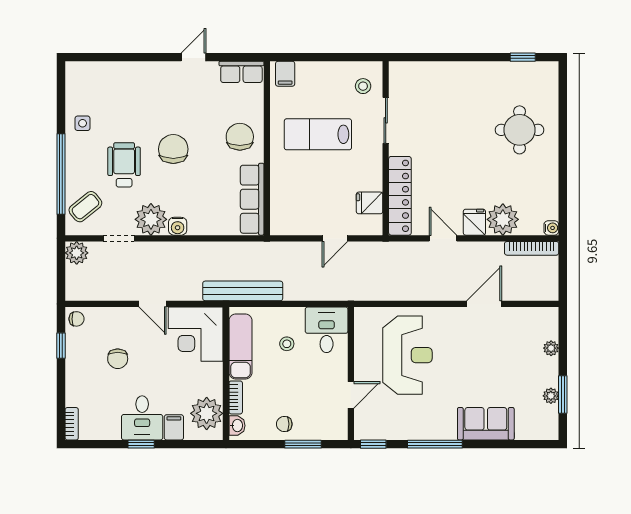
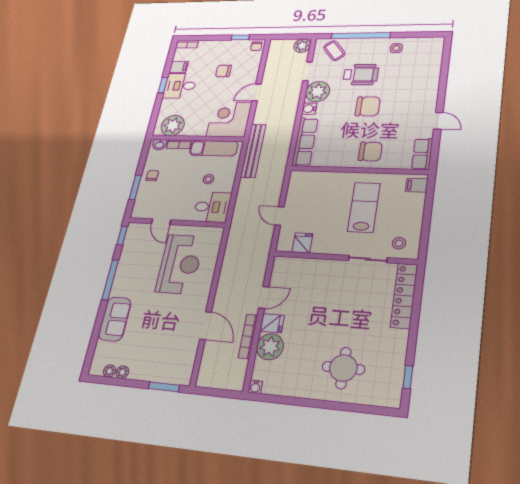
locker: (400, 196) -> (404, 296), moved, turned 90
row of seats: (252, 199) -> (305, 142), moved, turned 90
bookcase: (532, 248) -> (248, 336), moved
plant: (551, 348) -> (109, 371), moved
reception desk: (407, 355) -> (180, 264), turned -90
window: (563, 395) -> (164, 387), moved
filing cabinet: (174, 427) -> (179, 67), moved

